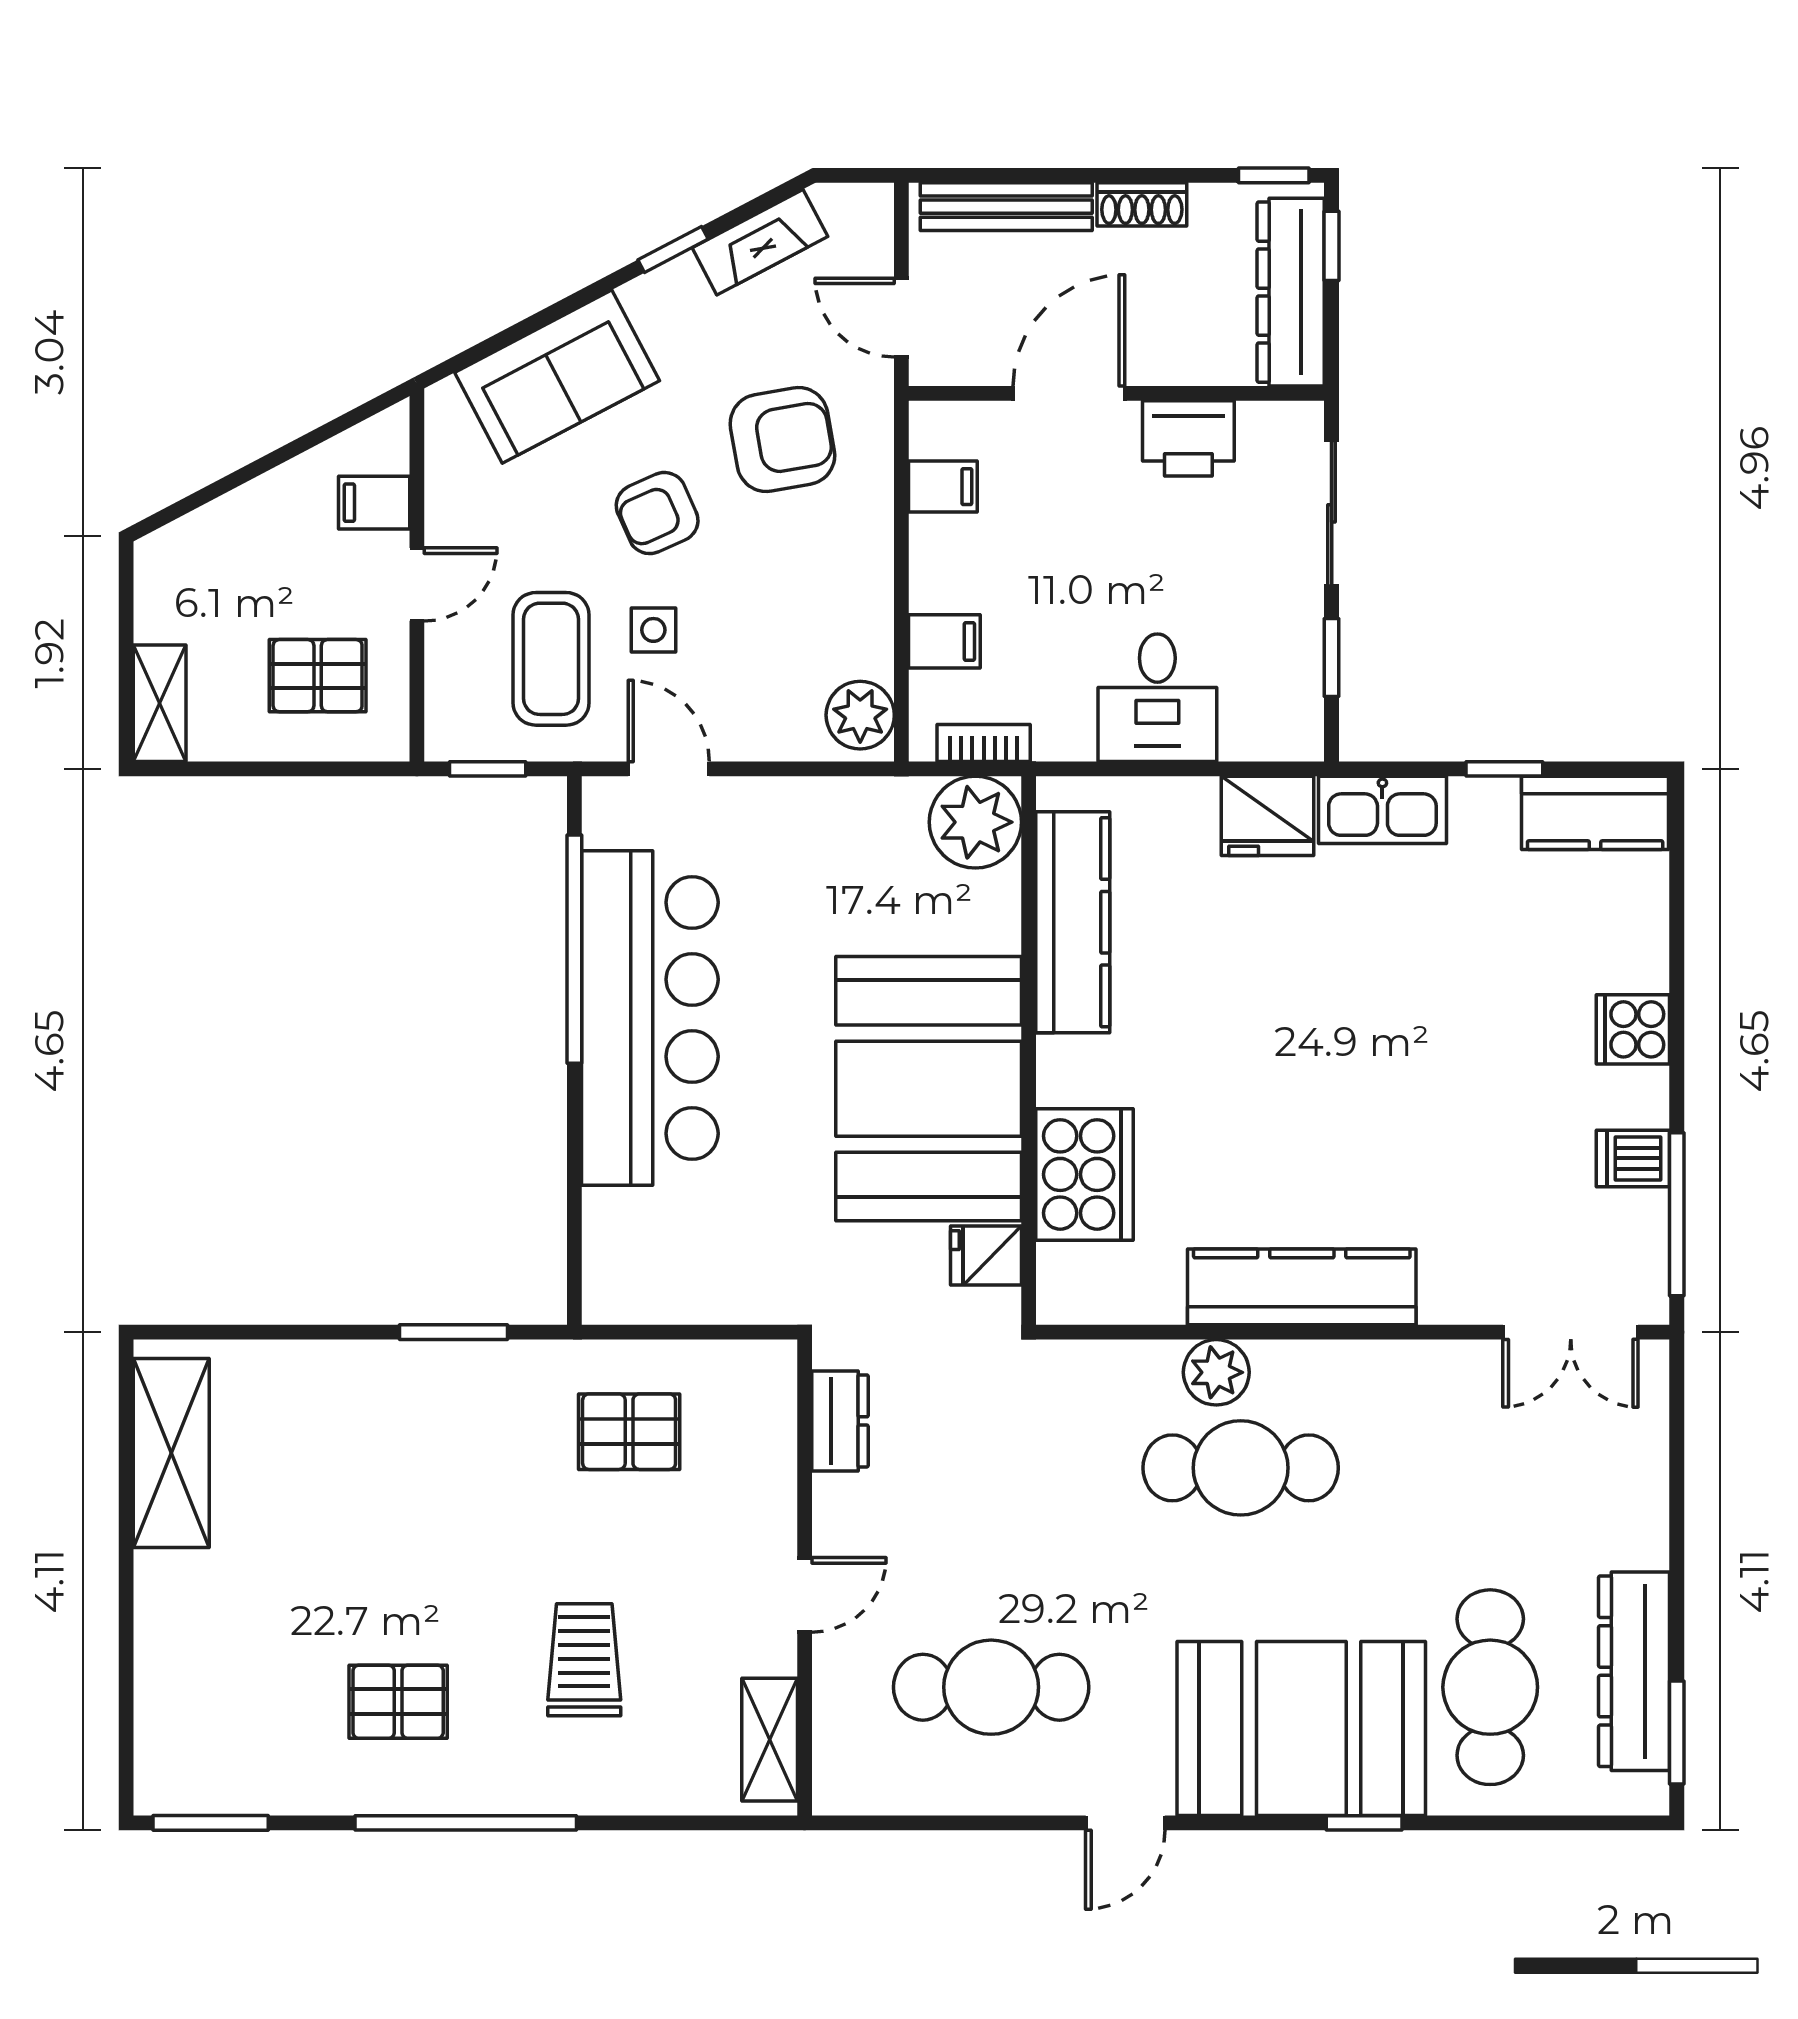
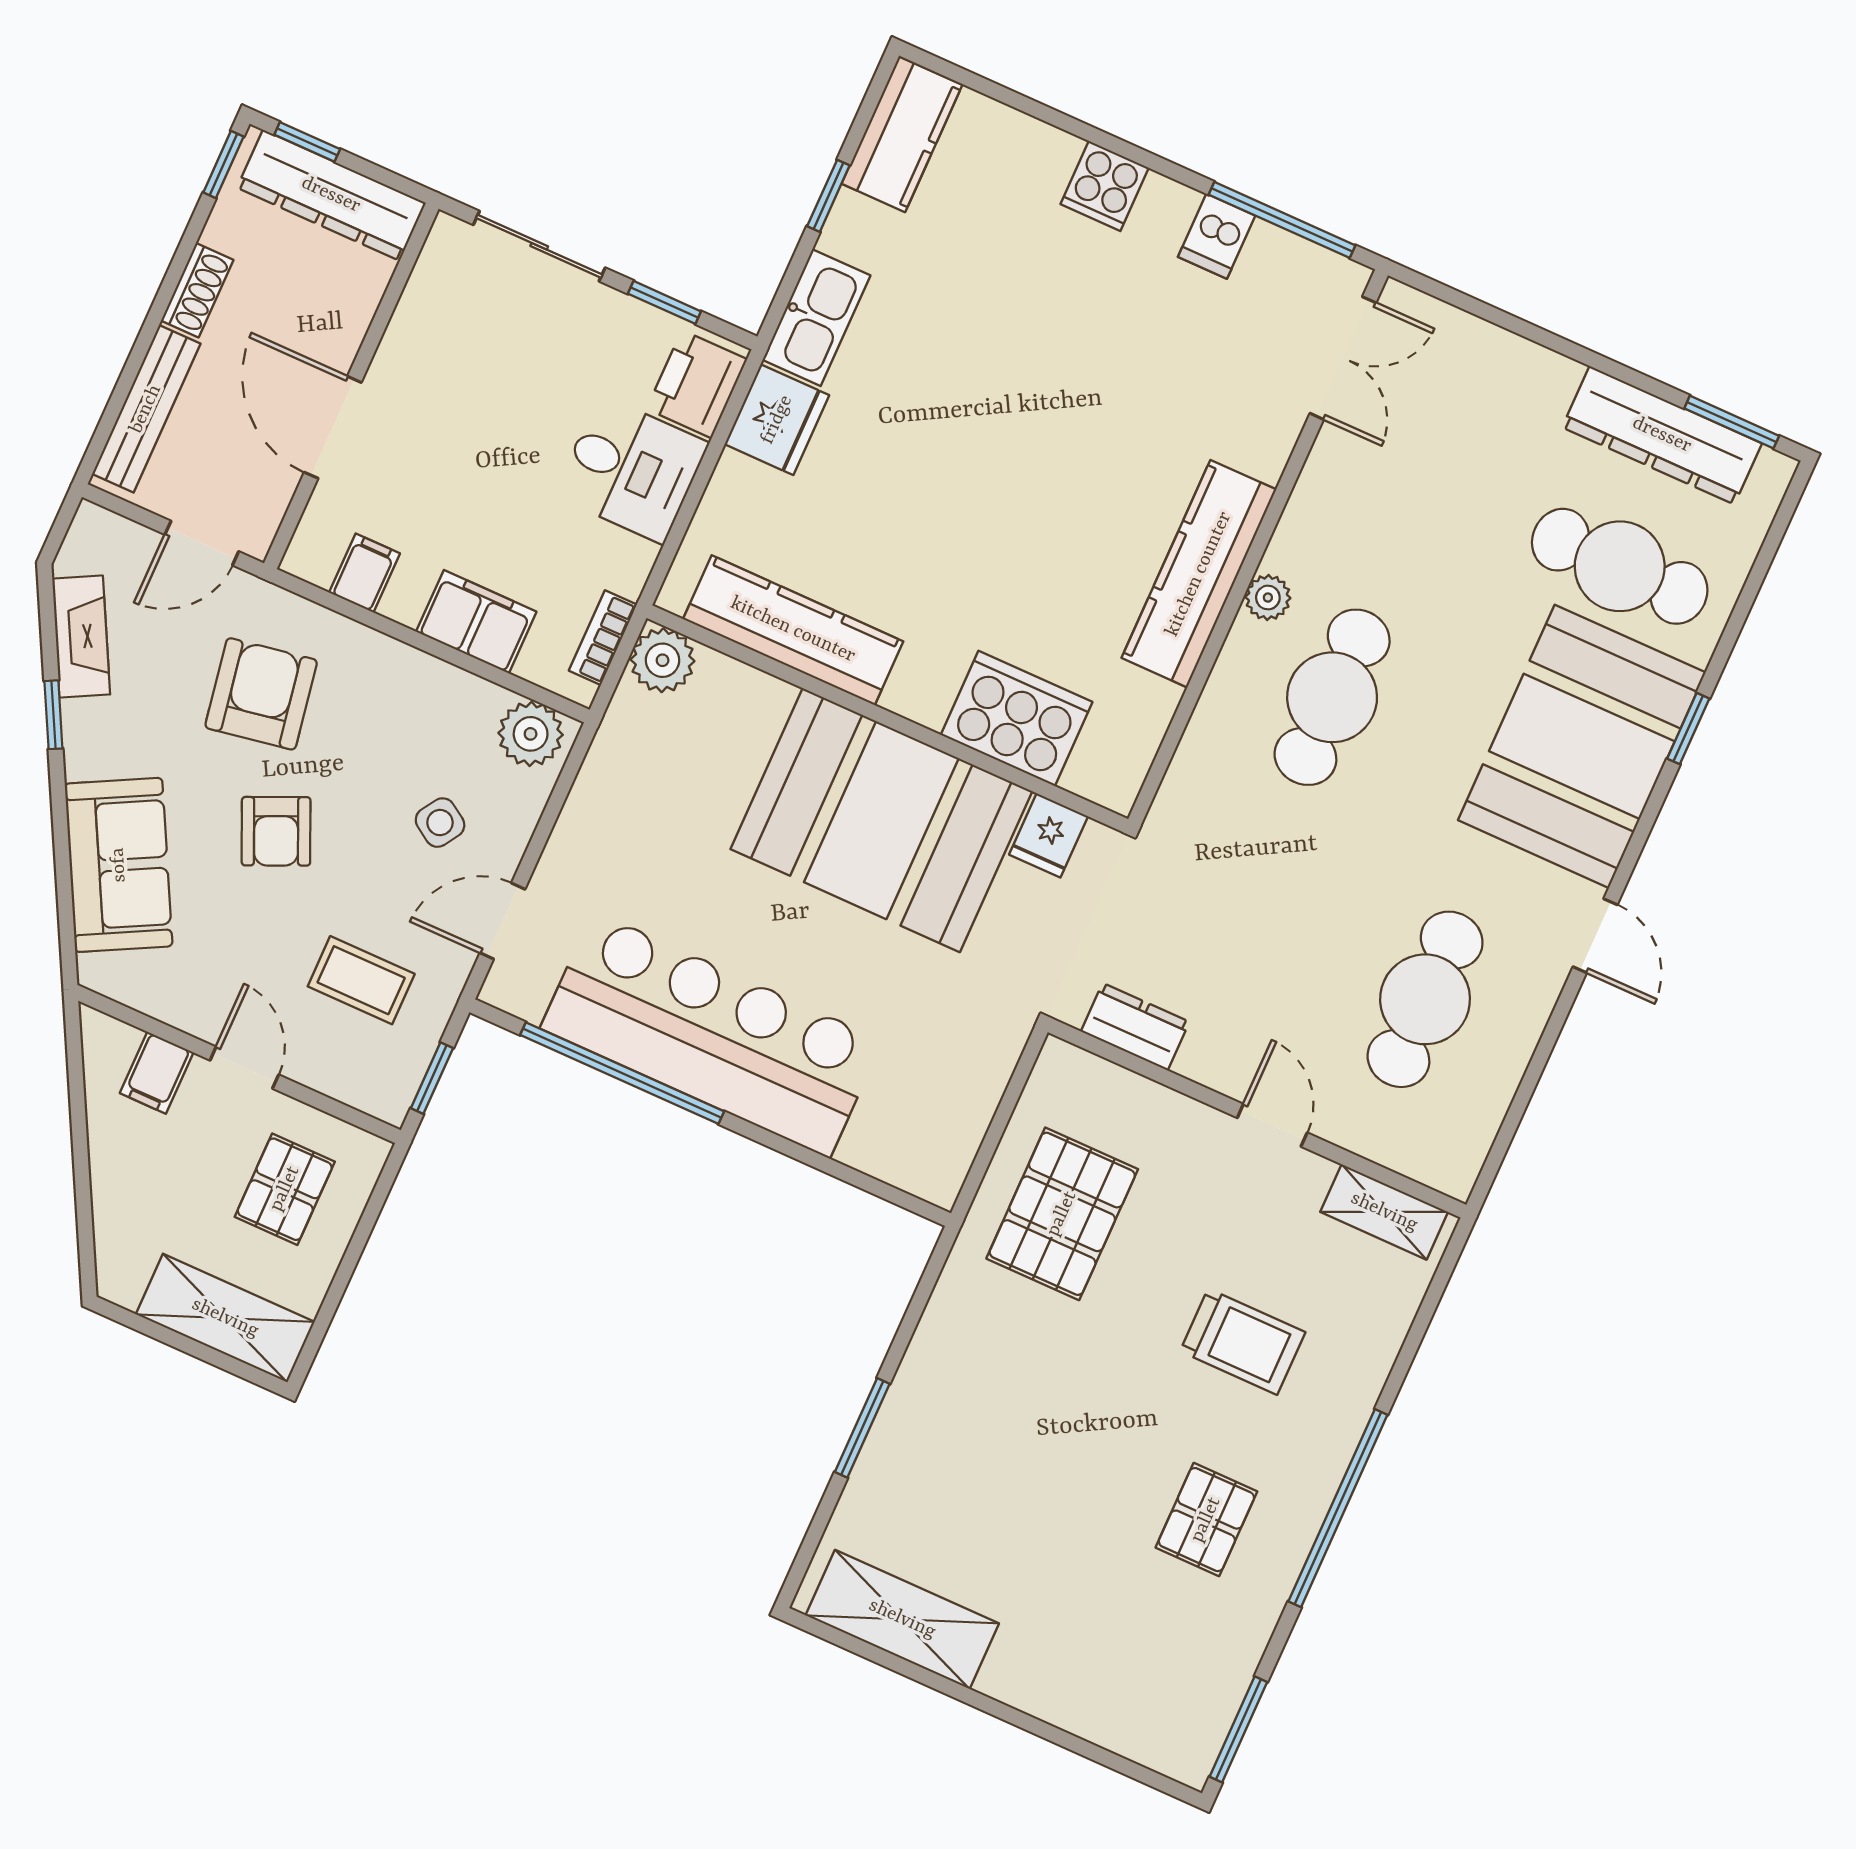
printer: (1188, 438) -> (697, 384), moved, turned 180
side table: (653, 630) -> (440, 823), moved, turned 33
filing cabinet: (944, 641) -> (476, 622), width x2.00
coffee table: (551, 659) -> (361, 980), width x0.73, depth x0.77
shelving: (160, 703) -> (225, 1318), width x1.50, depth x1.33
plant: (975, 822) -> (663, 660), width x0.73, depth x0.73
window: (453, 1332) -> (862, 1428), moved
plant: (1216, 1372) -> (1268, 598), moved, width x0.73, depth x0.73
pallet: (629, 1432) -> (1062, 1214), width x1.50, depth x1.42
trolley: (584, 1660) -> (1243, 1342), turned 180

